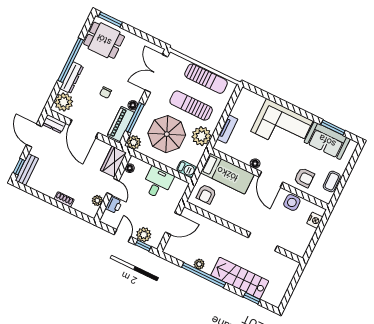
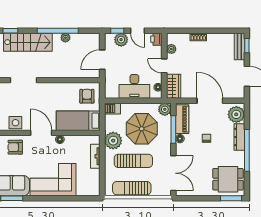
dresser: (54, 124) -> (235, 93), removed
desk: (158, 183) -> (134, 86), width x1.37
printer: (114, 205) -> (156, 39), moved

